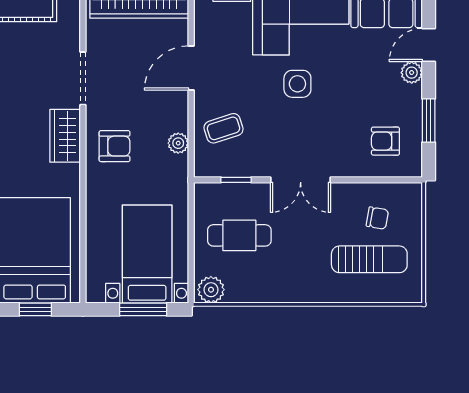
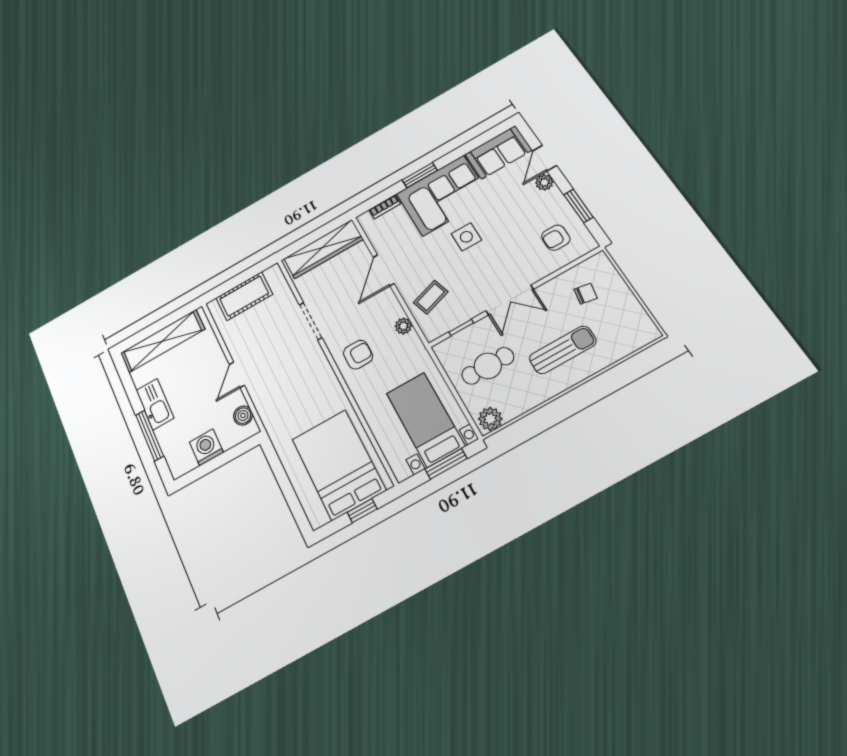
wardrobe: (65, 136) -> (318, 368), removed
sun lounger: (369, 259) -> (563, 350), moved

